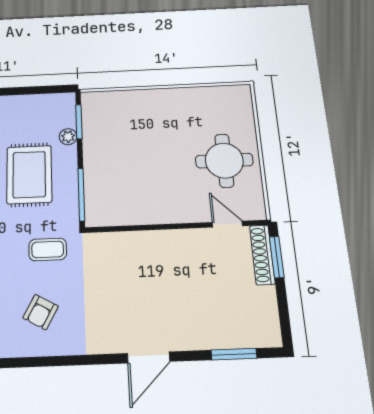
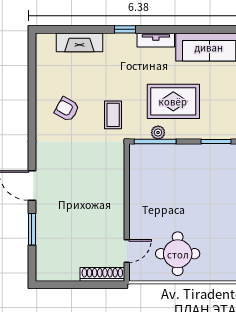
plant: (68, 137) -> (158, 133), moved
window: (277, 257) -> (100, 285), removed
window: (234, 354) -> (32, 229), moved

